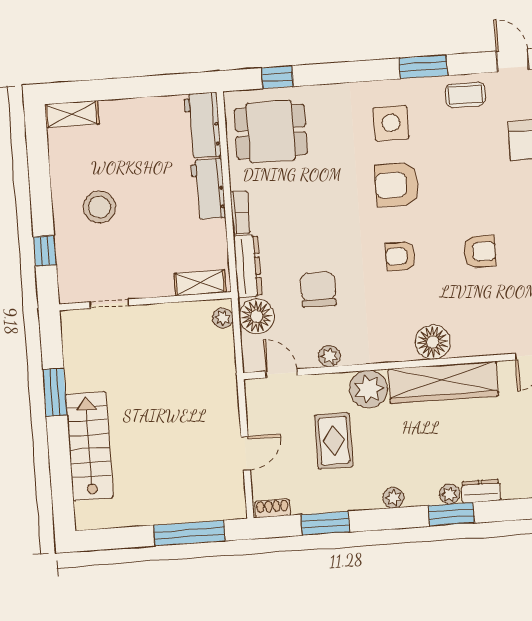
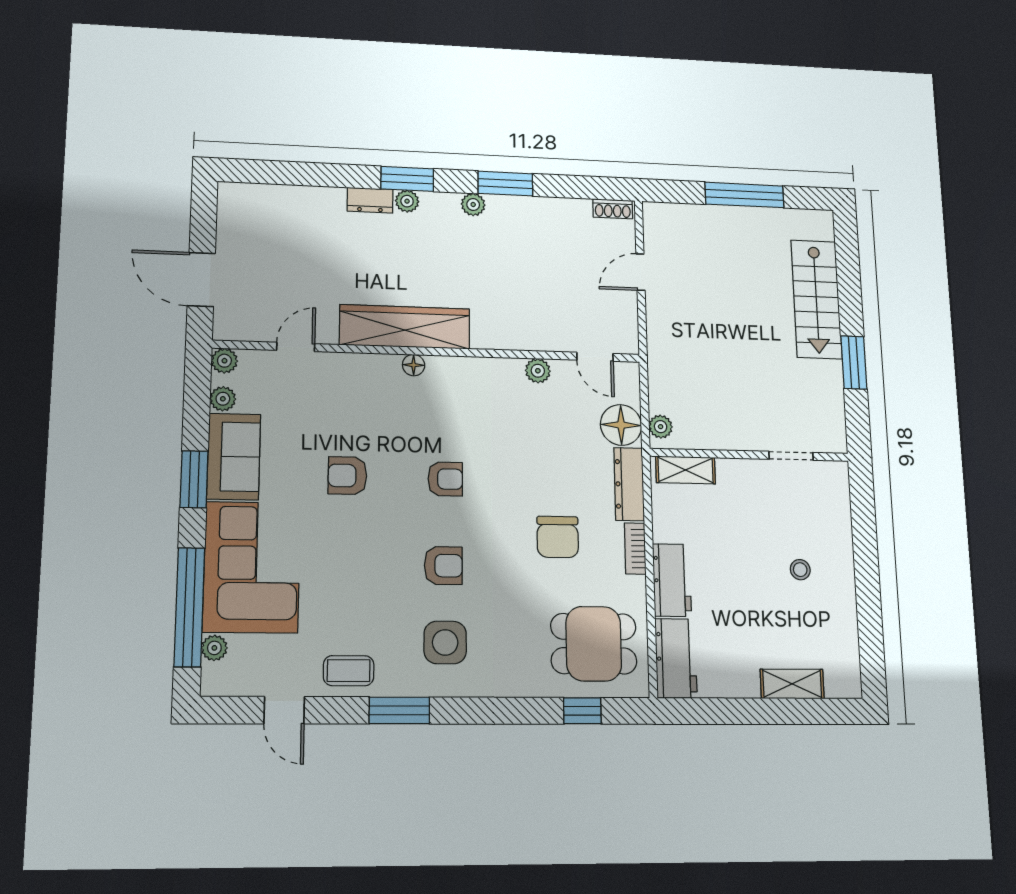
shelving: (72, 114) -> (792, 684), moved
armchair: (397, 185) -> (443, 566), width x0.72, depth x0.72
stool: (100, 207) -> (800, 570), width x0.53, depth x0.53
window: (45, 251) -> (864, 524), removed
chair: (318, 289) -> (558, 537), moved
floor lamp: (433, 342) -> (414, 365), width x0.53, depth x0.53
plant: (368, 389) -> (494, 328), removed
rug: (334, 441) -> (539, 275), removed
window: (325, 523) -> (505, 184), moved
window: (189, 533) -> (744, 195), moved

